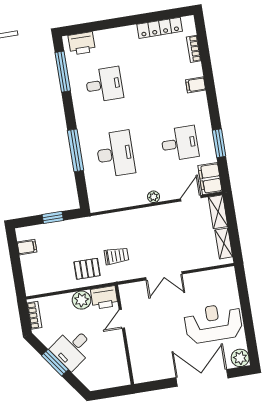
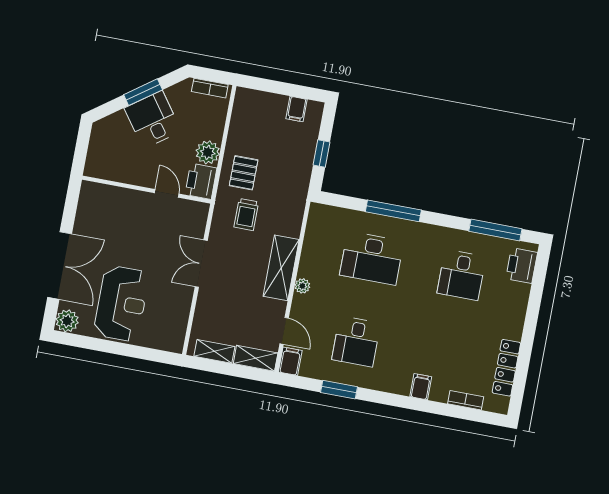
filing cabinet: (210, 179) -> (290, 361), width x0.50
shelving: (146, 217) -> (281, 268), added

